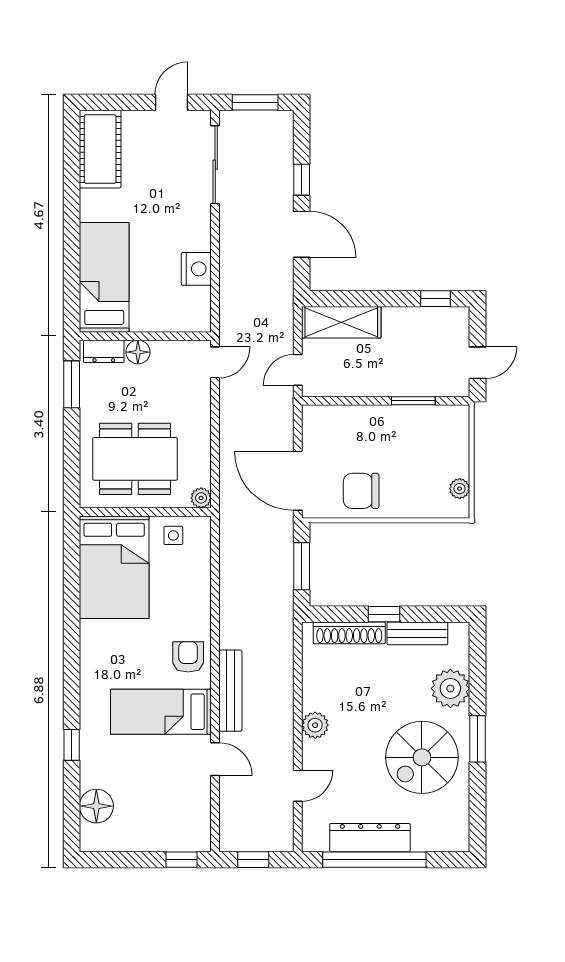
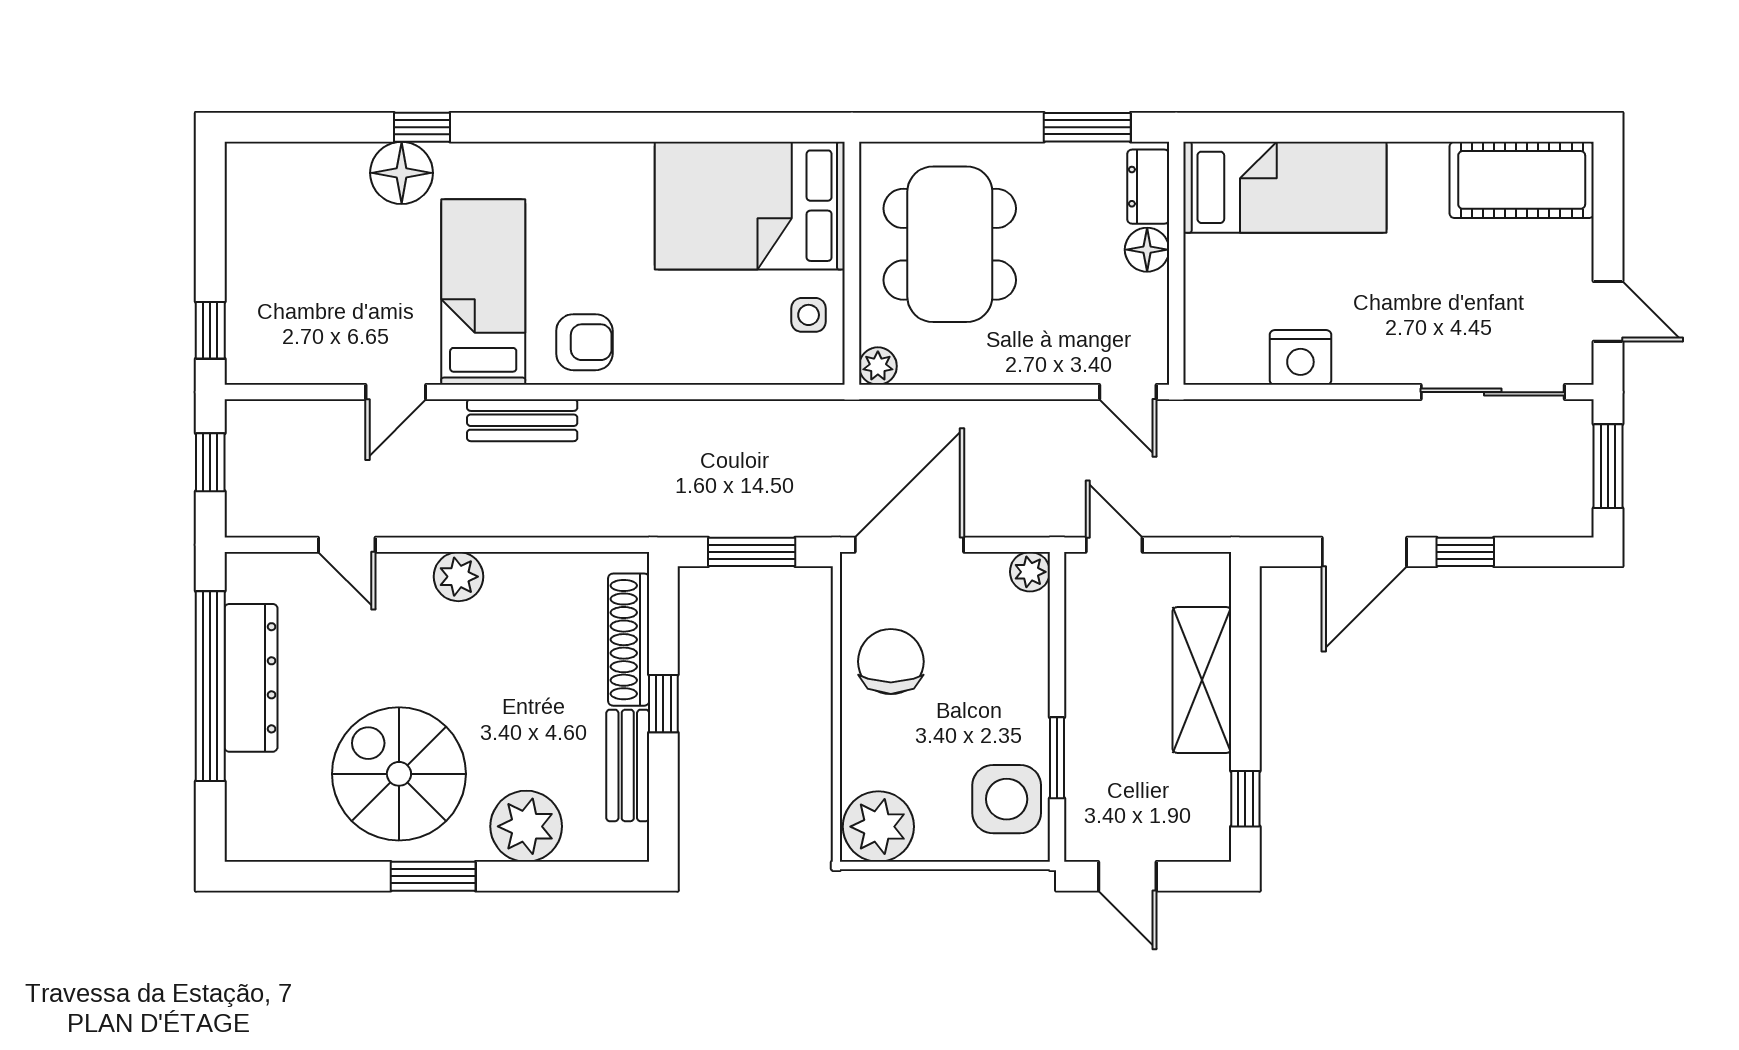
shelving: (341, 322) -> (1202, 680), moved
plant: (312, 415) -> (1030, 572), added
side table: (436, 428) -> (1007, 799), added
plant: (460, 489) -> (878, 827), width x1.88, depth x1.88
bench: (230, 691) -> (522, 420), width x0.73
floor lamp: (96, 806) -> (402, 173), moved

